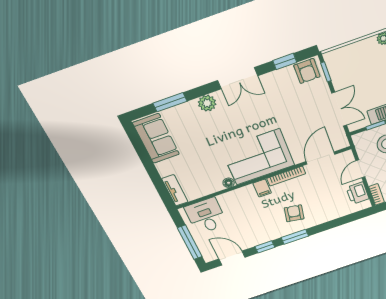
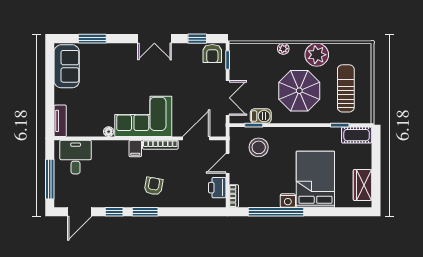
plant: (207, 103) -> (121, 51), removed
door: (232, 258) -> (80, 212), swing flipped

